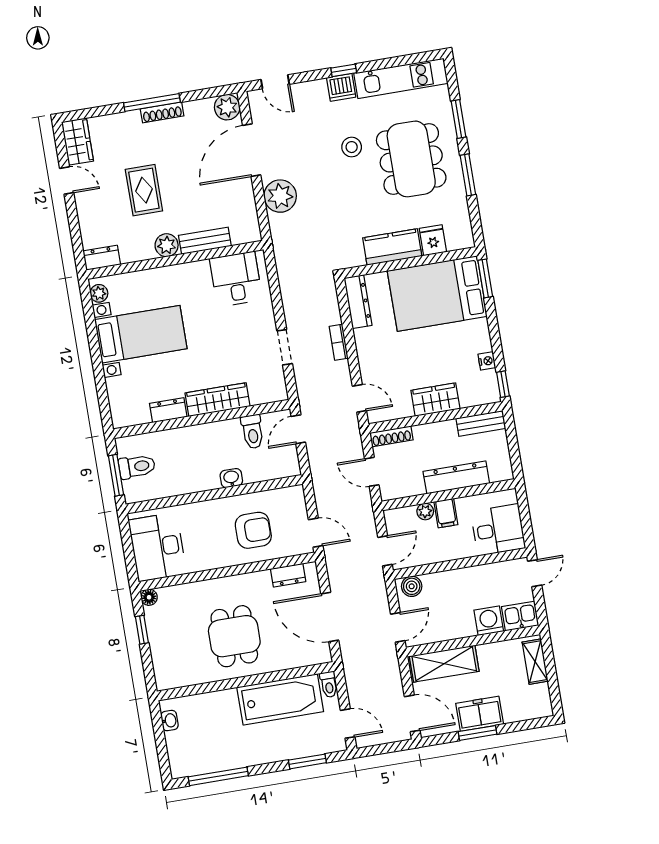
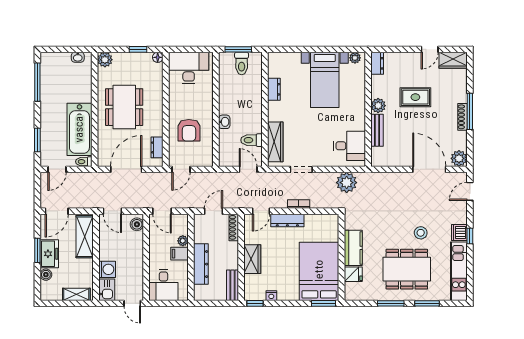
plant: (280, 196) -> (347, 183), moved
dresser: (358, 302) -> (287, 220), moved
wardrobe: (218, 400) -> (275, 142), moved
dining table: (234, 636) -> (124, 107), width x1.37
plant: (166, 678) -> (105, 60), added
boiler: (513, 714) -> (46, 275), added

